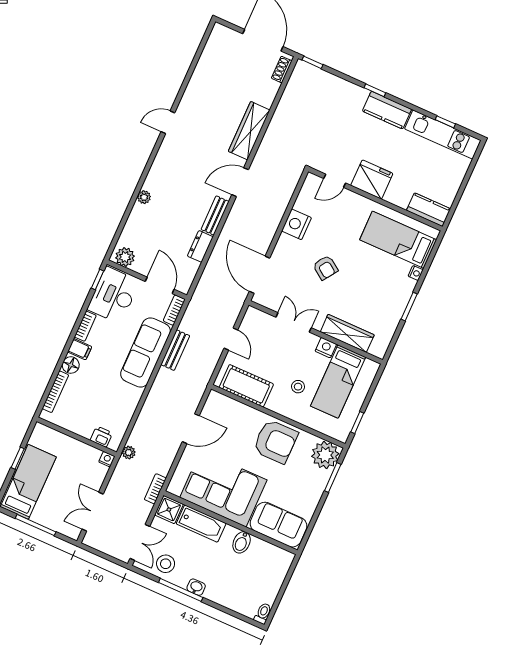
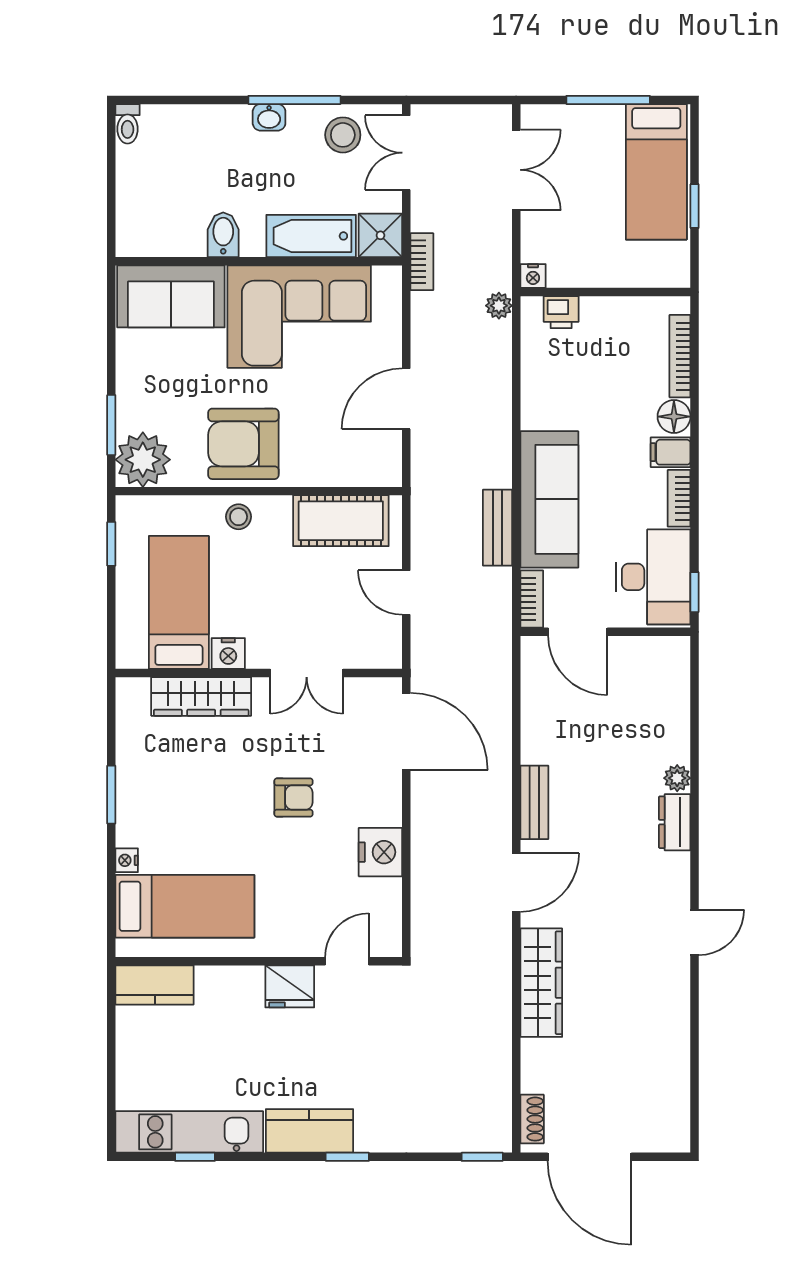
fridge: (372, 179) -> (290, 986), width x0.73, depth x0.75
dresser: (200, 246) -> (675, 822), moved, turned 180
plant: (125, 257) -> (663, 655), removed
armchair: (325, 268) -> (294, 797), turned 145
stool: (298, 387) -> (239, 517), moved

